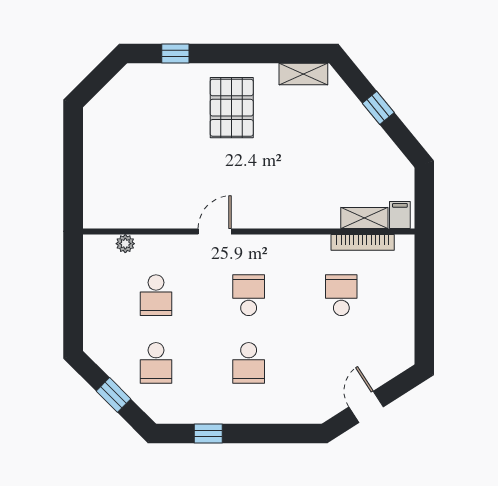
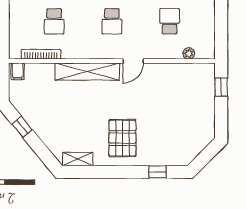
window: (378, 108) -> (22, 127), moved
window: (73, 190) -> (221, 87), added
shelving: (364, 218) -> (87, 72), moved, width x2.20, depth x1.33

